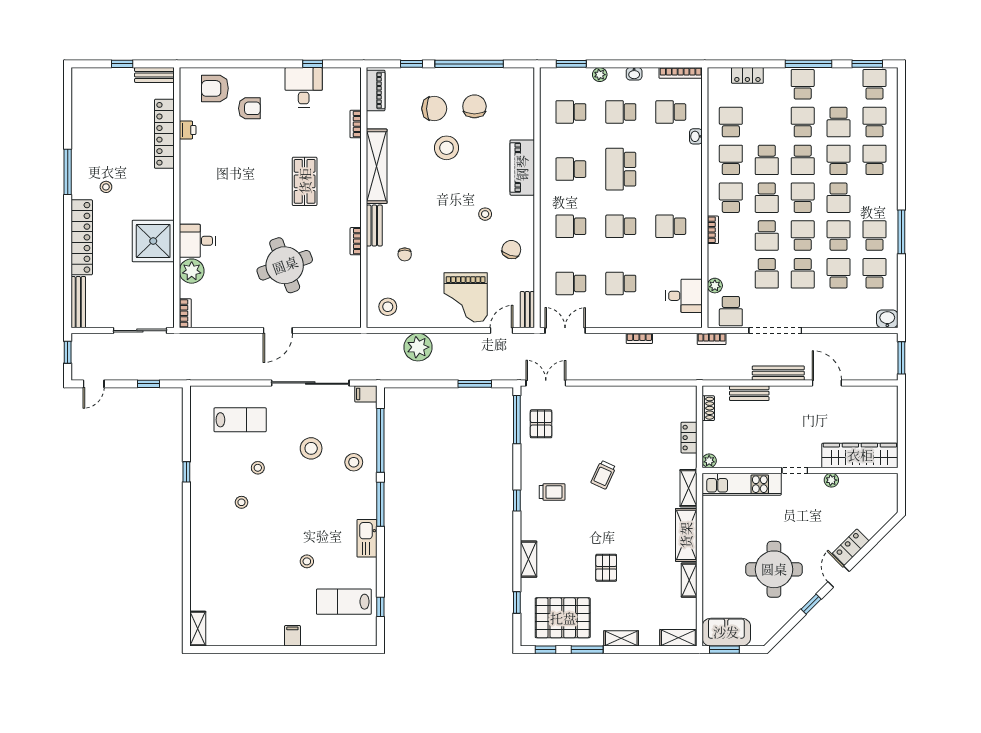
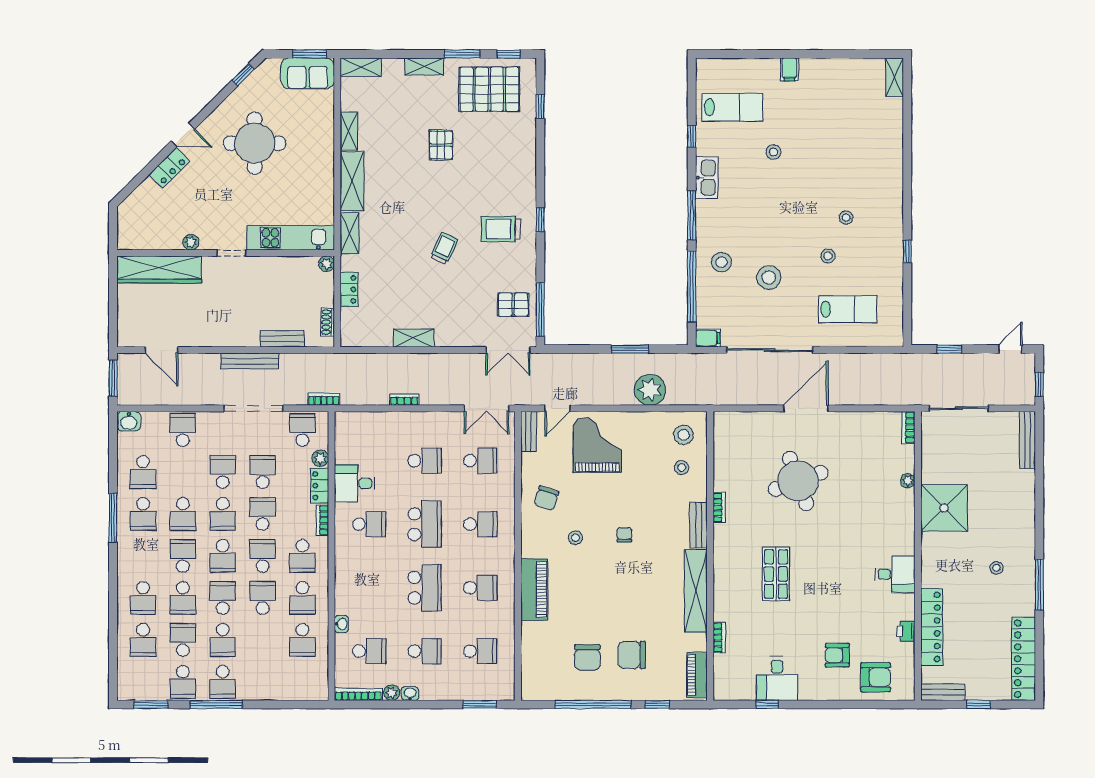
plant: (600, 75) -> (392, 693), moved
locker: (747, 75) -> (320, 486), moved, turned -90
school desk: (874, 84) -> (183, 682), moved
stool: (447, 148) -> (682, 468), moved, width x0.53, depth x0.53
school desk: (621, 226) -> (425, 524), width x1.85
locker: (82, 237) -> (1024, 659), moved
desk: (197, 241) -> (895, 574), moved
chair: (405, 254) -> (624, 535), moved
plant: (192, 271) -> (908, 481), width x0.53, depth x0.53
school desk: (839, 273) -> (183, 430), moved, turned 180
desk: (684, 296) -> (354, 483), moved
door: (278, 331) -> (806, 408), width x1.36
door: (827, 383) -> (161, 350), moved
window: (475, 384) -> (630, 349), moved
lab bench: (240, 420) -> (848, 309), turned 180
pallet: (541, 424) -> (513, 305), turned 90
trolley: (552, 492) -> (501, 229), width x1.36, depth x1.39
shelving: (528, 559) -> (414, 338), moved, turned 90
door: (839, 577) -> (183, 135), hinge flipped
window: (811, 604) -> (243, 75), moved
window: (380, 607) -> (692, 136), moved

